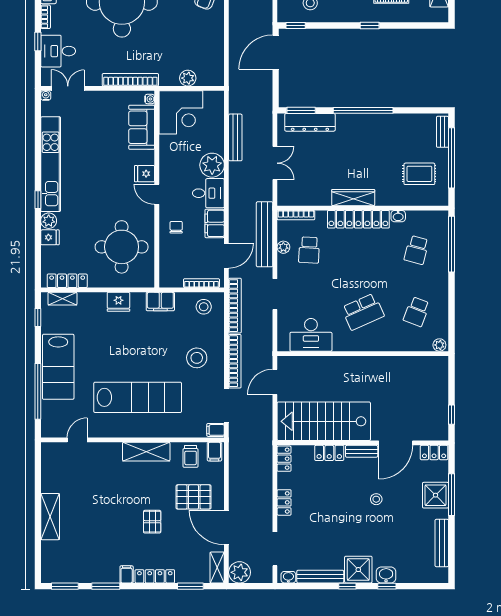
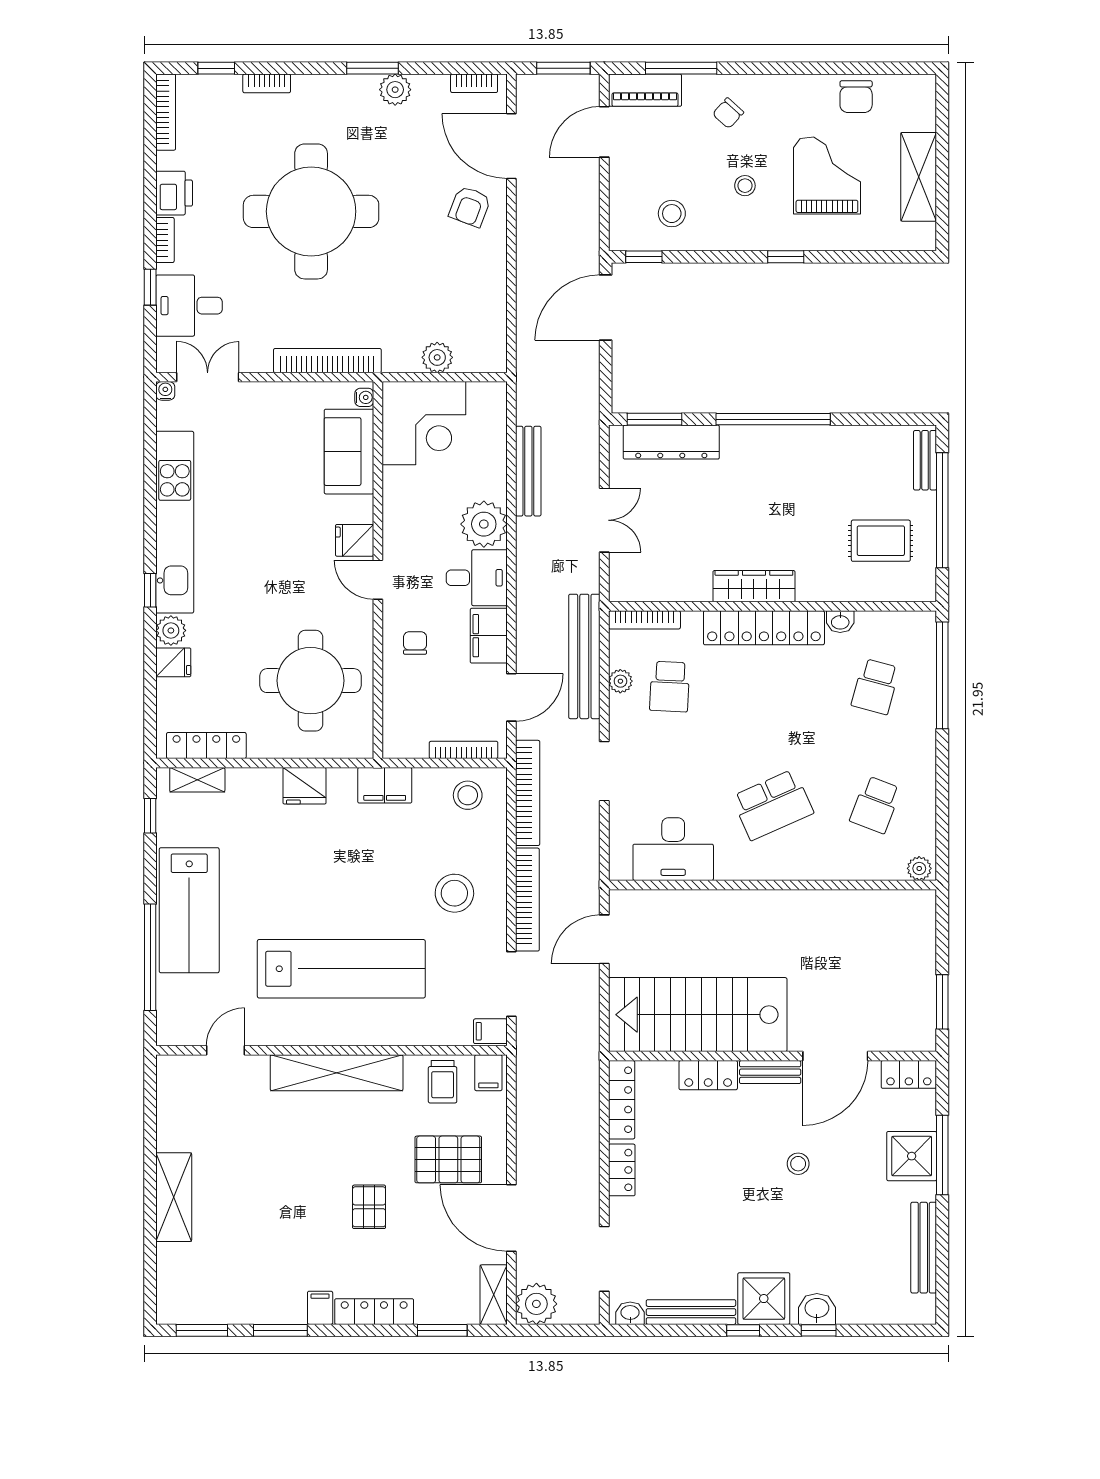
window: (451, 415) -> (942, 1002), width x1.50
shelving: (146, 452) -> (337, 1073), width x1.47
locker: (284, 459) -> (622, 1100), width x1.53

